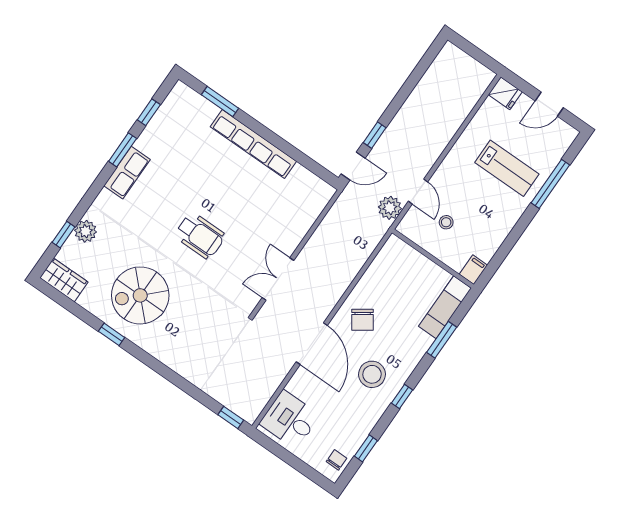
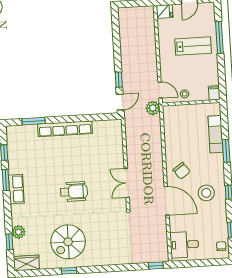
wall: (433, 259) -> (191, 103), moved
filing cabinet: (473, 270) -> (214, 93), moved

